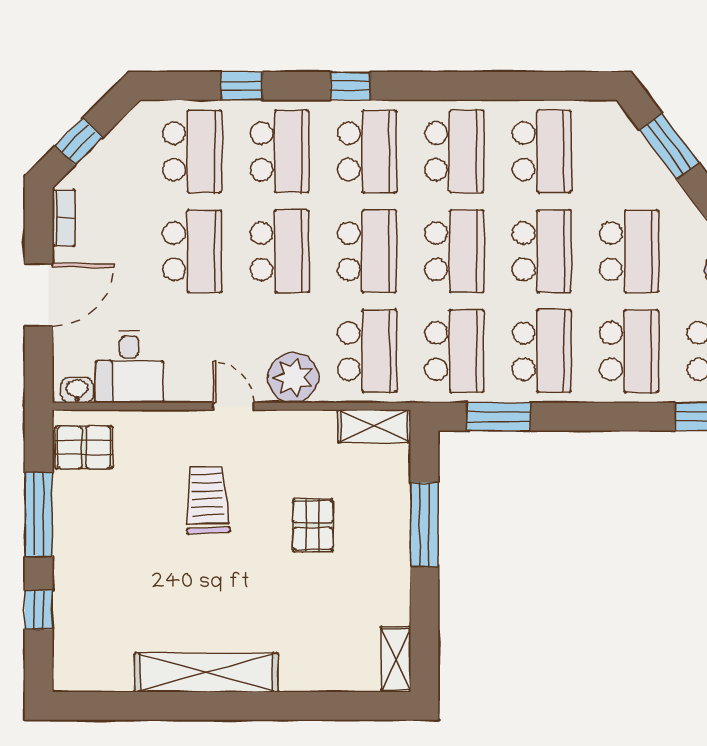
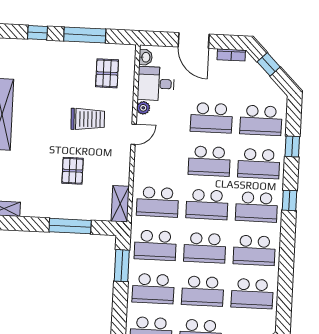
plant: (293, 378) -> (143, 108), moved, width x0.53, depth x0.53
pallet: (84, 447) -> (107, 73), moved
pallet: (313, 525) -> (73, 171), turned 90

